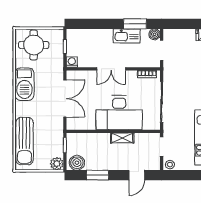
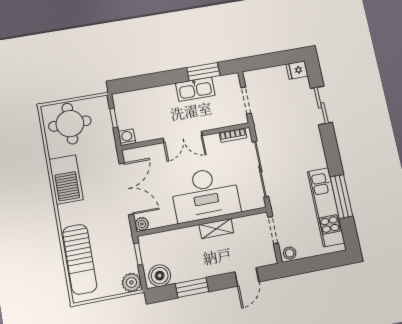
boiler: (155, 34) -> (232, 81), removed
plant: (71, 125) -> (142, 224), added

